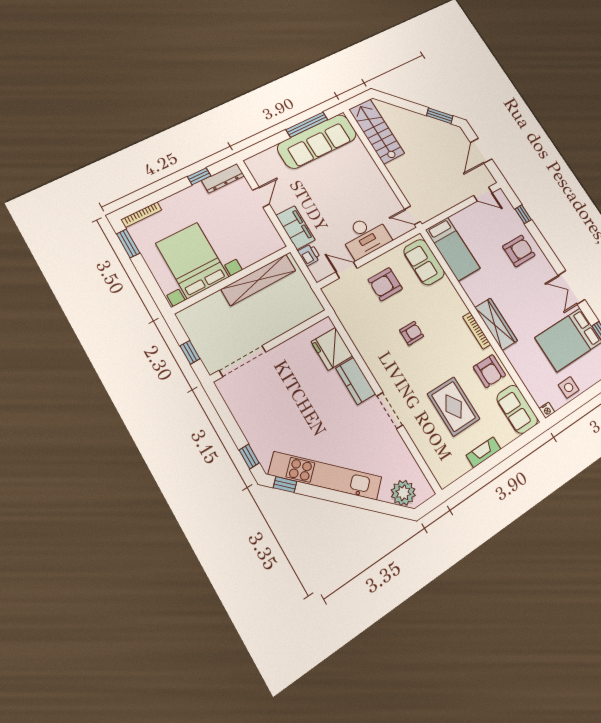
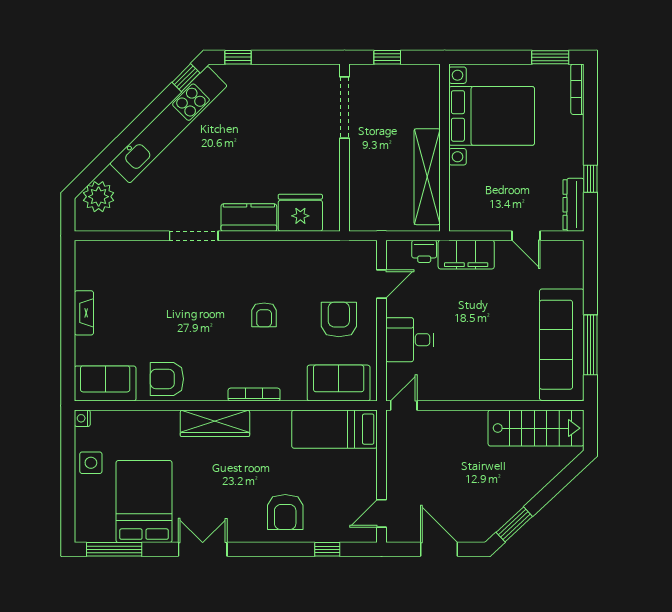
desk: (365, 236) -> (410, 340), width x0.73
bookcase: (477, 331) -> (254, 395), moved
rug: (454, 406) -> (154, 311), removed

